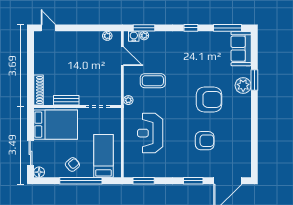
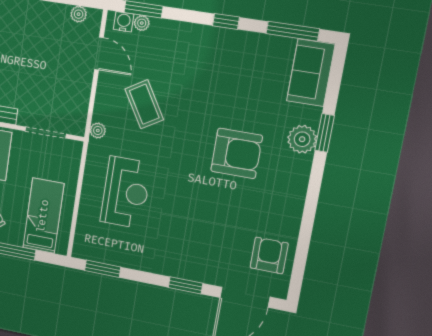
coffee table: (153, 81) -> (144, 104), turned 59
reception desk: (150, 133) -> (126, 192), turned 180
armchair: (205, 141) -> (269, 255), moved, turned -90

